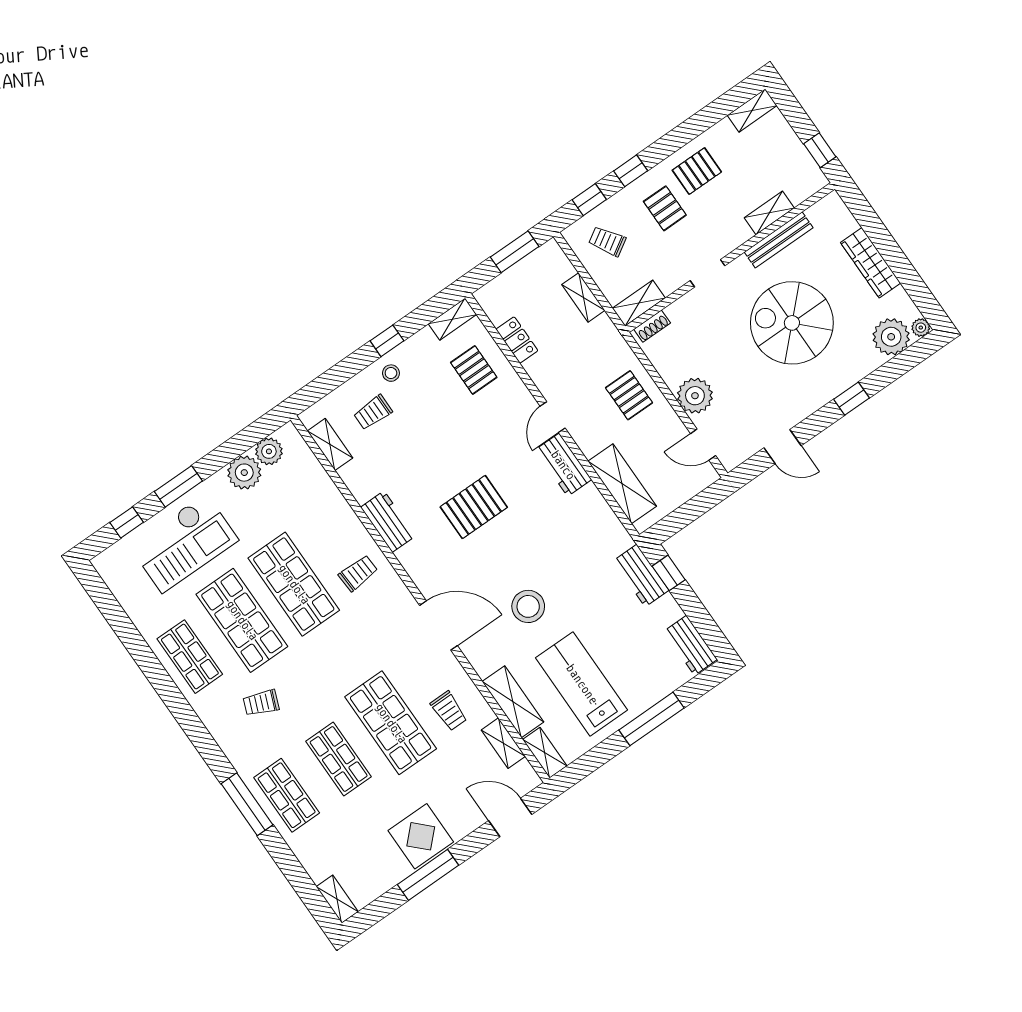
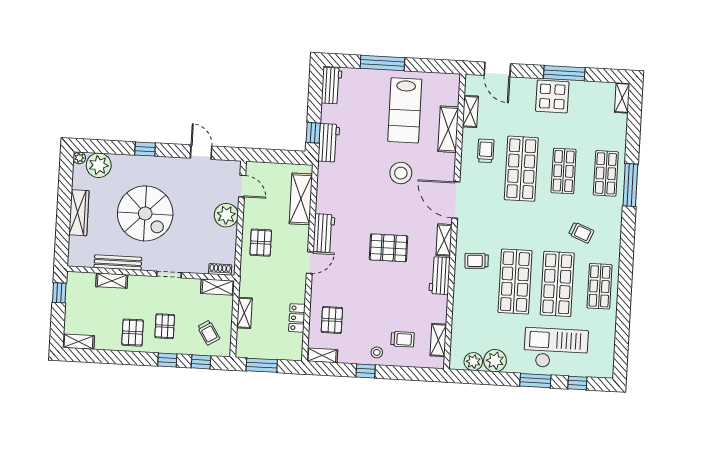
pallet: (697, 171) -> (133, 333), turned 90
shelving: (545, 753) -> (444, 240), moved

